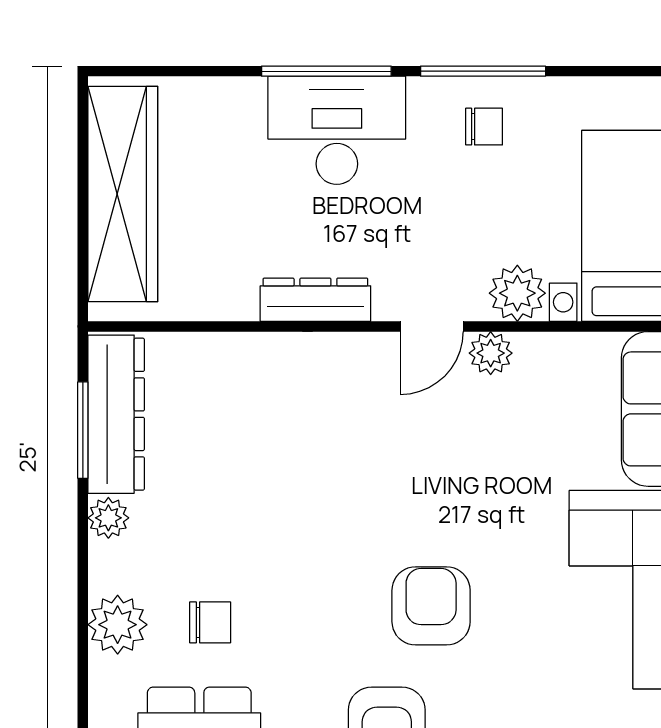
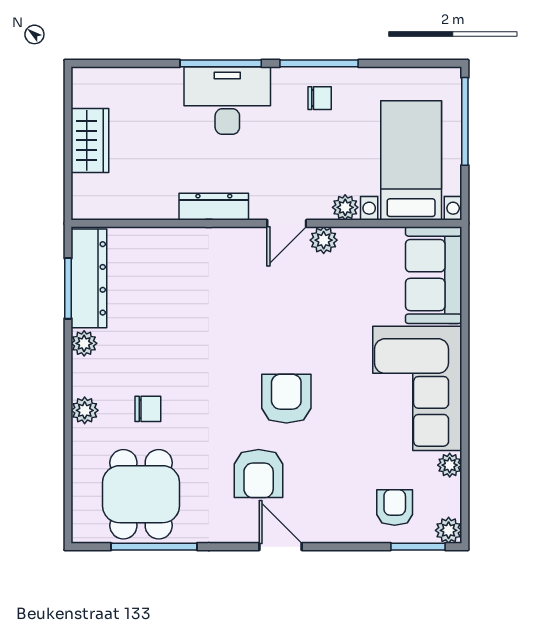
wardrobe: (123, 194) -> (90, 140), width x0.48, depth x0.85
plant: (517, 293) -> (345, 207), width x0.73, depth x0.73
plant: (118, 625) -> (85, 410), width x0.73, depth x0.73

